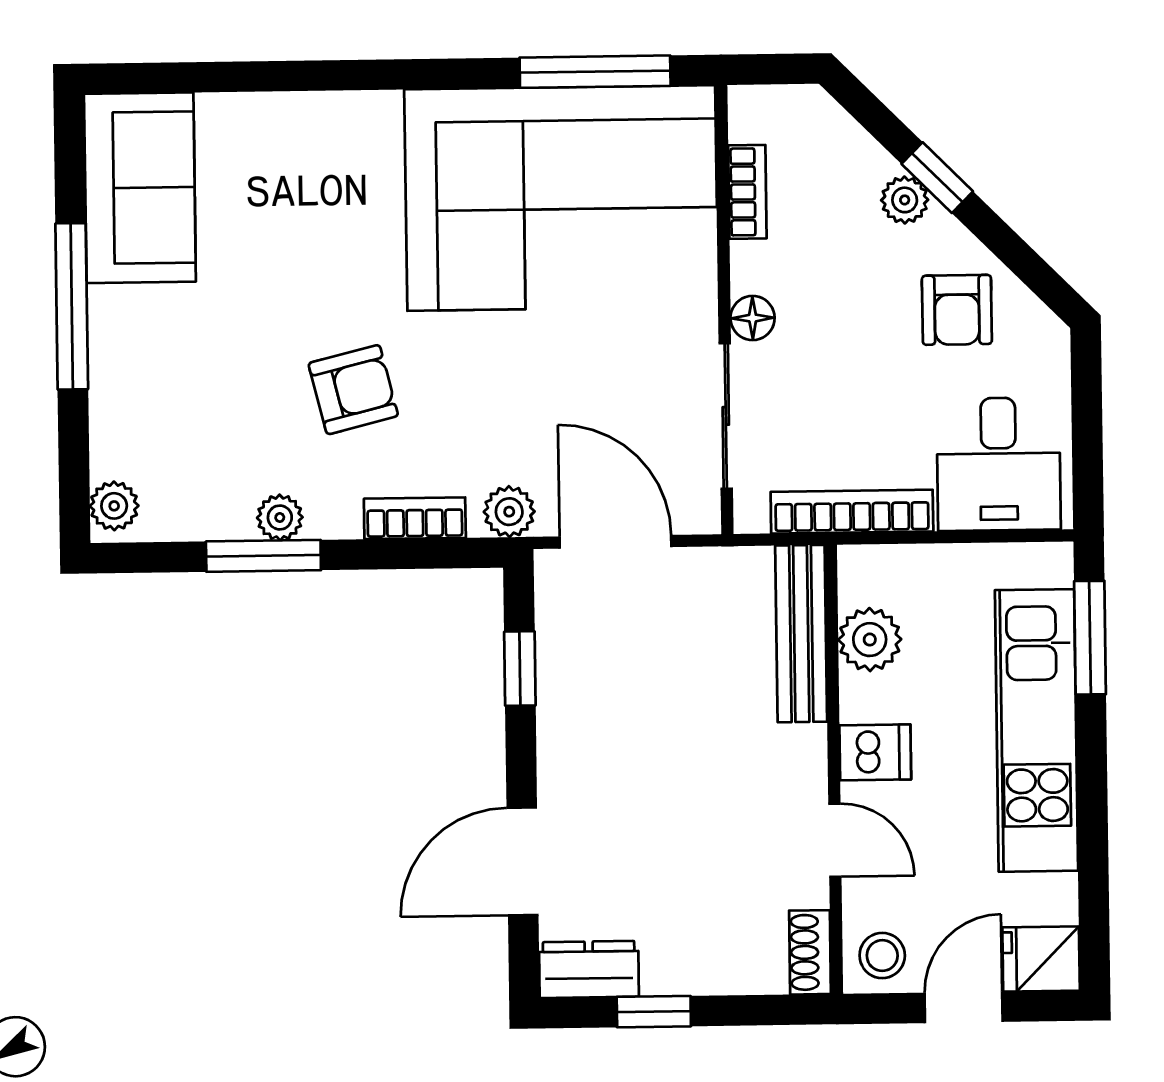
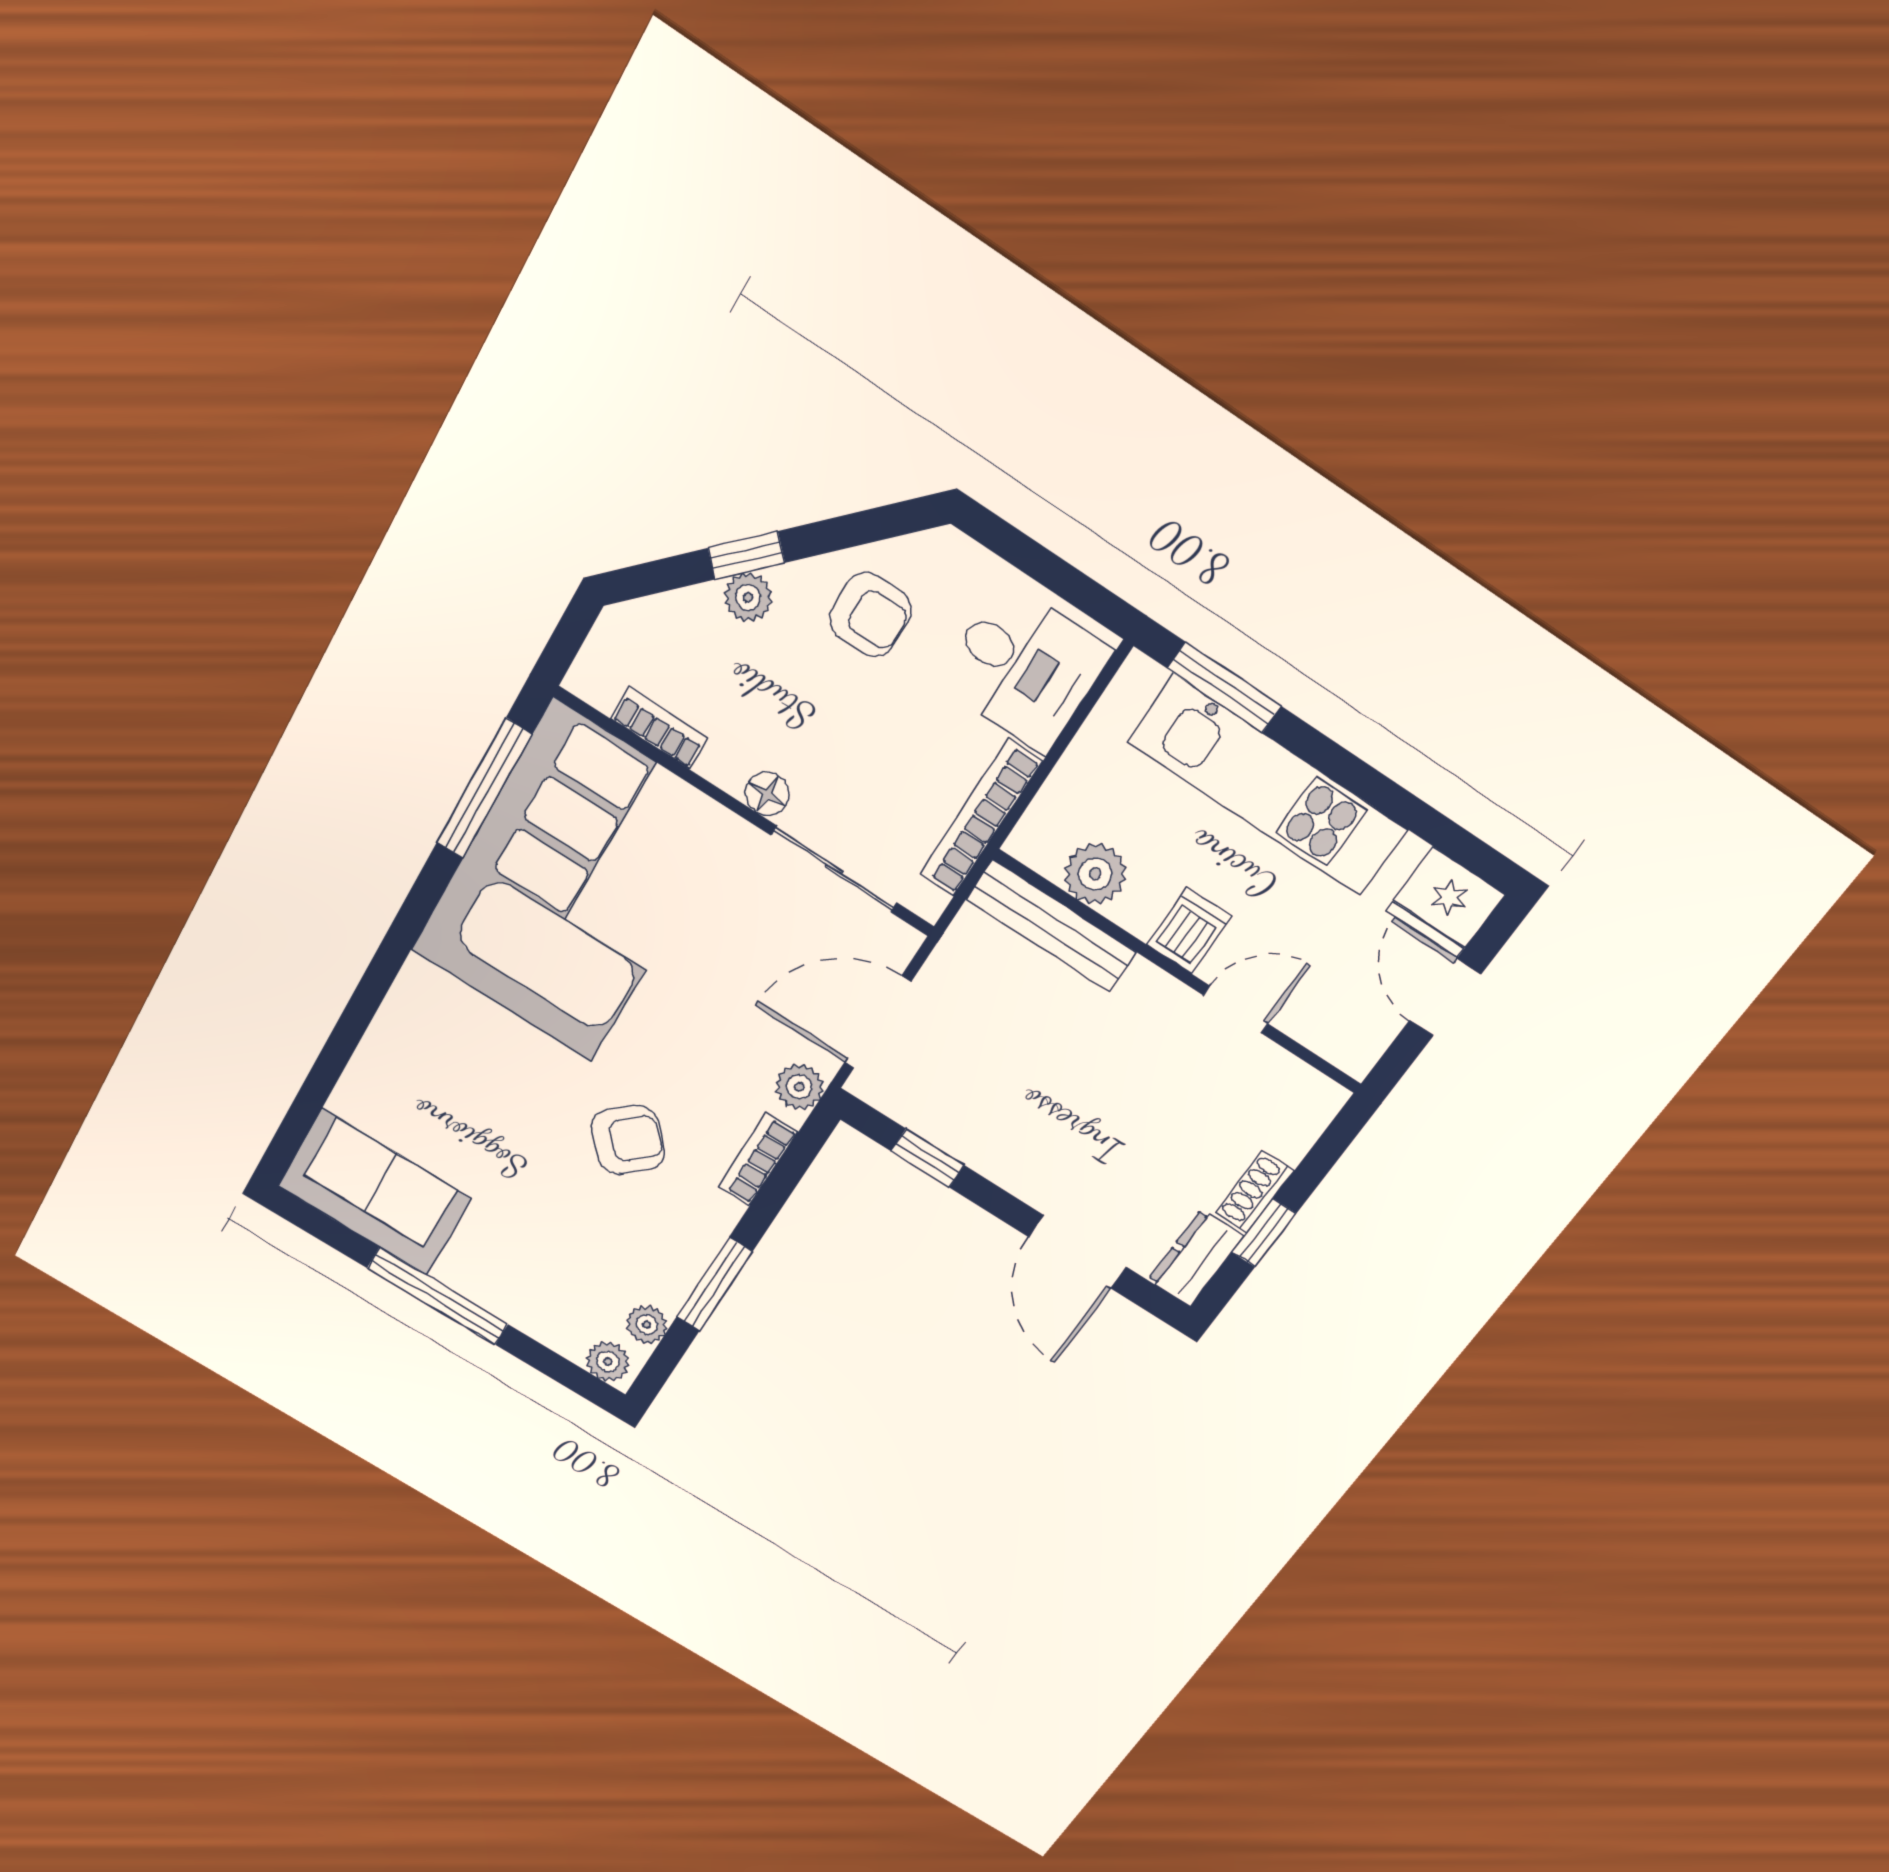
armchair: (353, 390) -> (628, 1140), turned 61
plant: (280, 517) -> (647, 1325), moved
shoe rack: (810, 952) -> (1255, 1192), moved, turned 90
stool: (882, 956) -> (1354, 1033), removed
fridge: (1041, 959) -> (1446, 902), width x1.38

